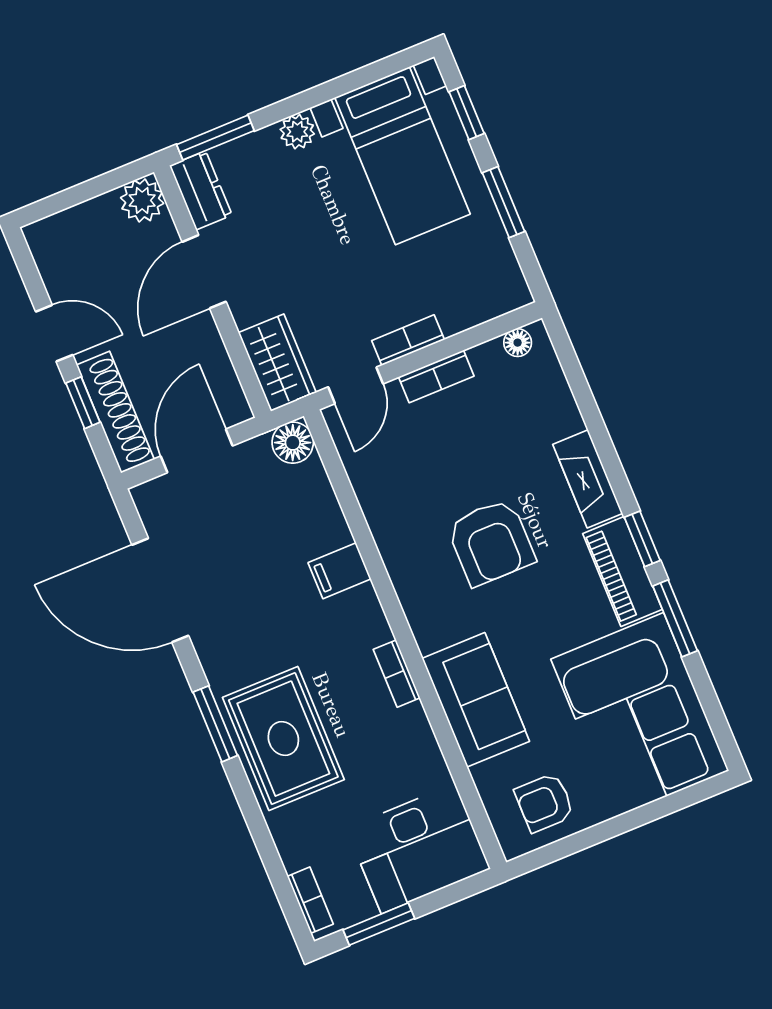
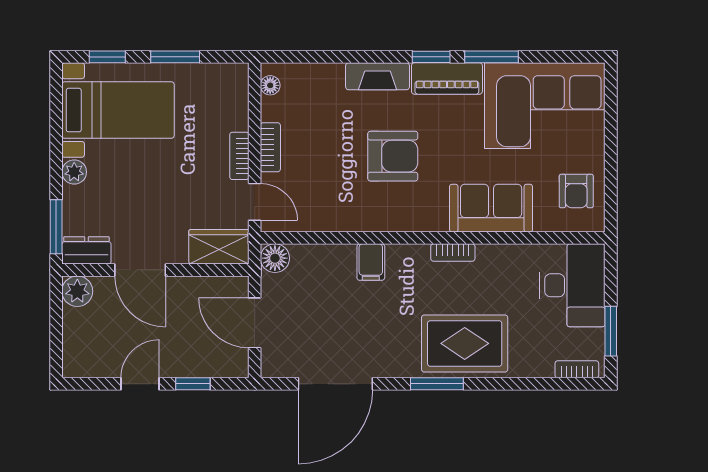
shoe rack: (115, 412) -> (208, 365), removed

